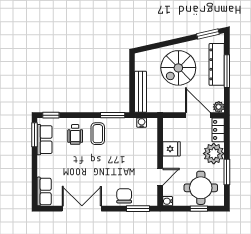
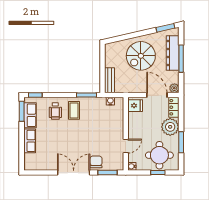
bench: (141, 92) -> (109, 80), width x0.73
fridge: (171, 149) -> (135, 106), moved
row of seats: (44, 191) -> (30, 141), moved
double door: (82, 209) -> (74, 173), moved

